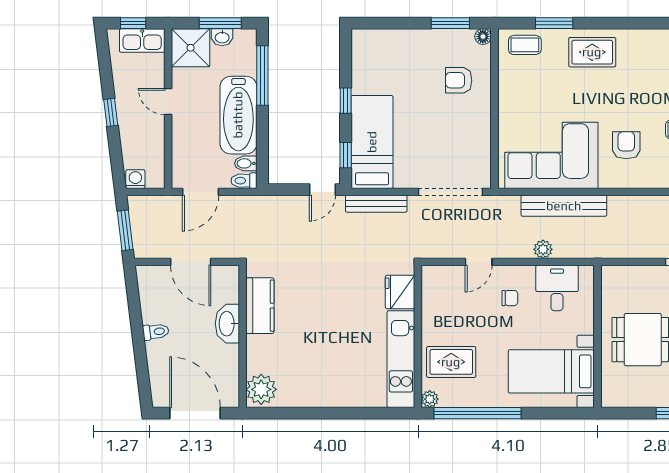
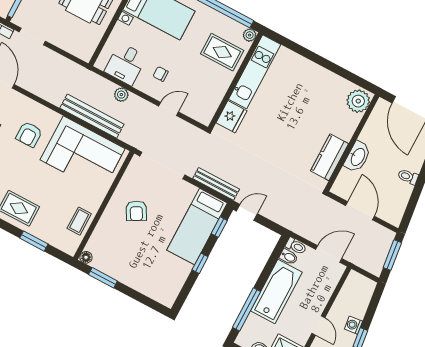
coffee table: (525, 45) -> (79, 221), moved, turned 90
armchair: (459, 80) -> (136, 211), moved, turned 61
washing machine: (135, 179) -> (353, 325), moved, turned 83

